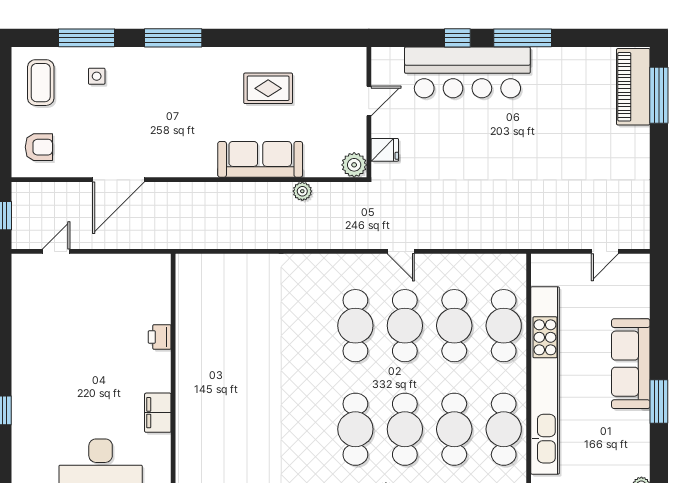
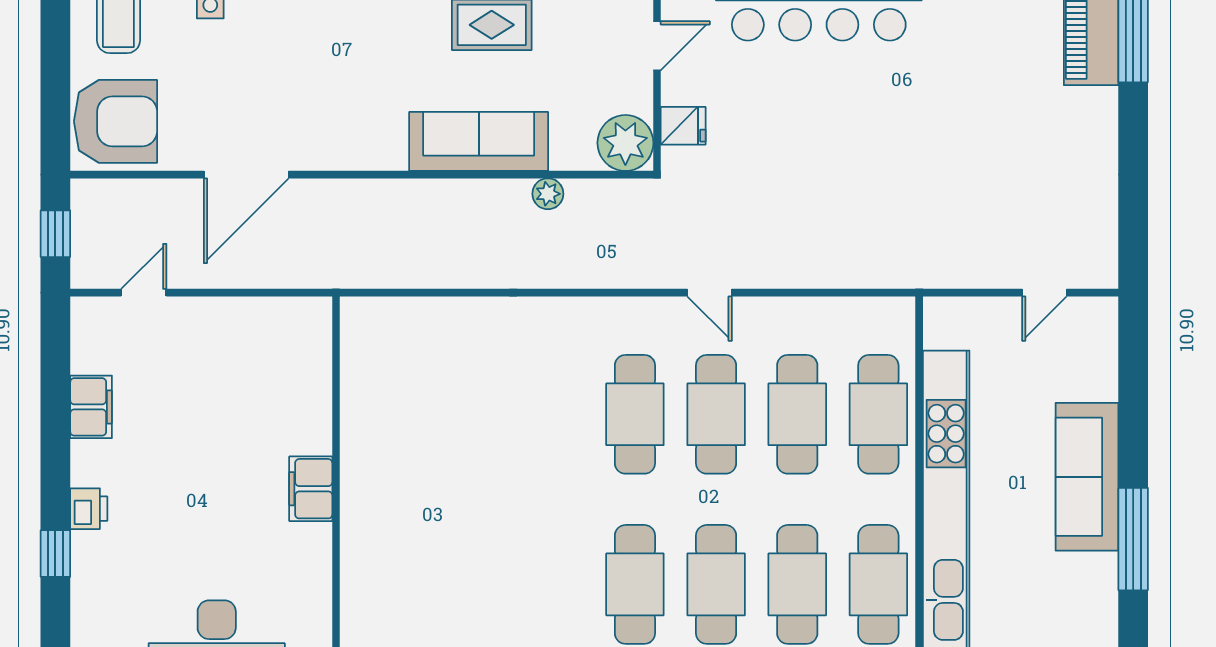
armchair: (39, 147) -> (116, 121), width x1.88, depth x1.88
plant: (354, 165) -> (625, 143), width x1.36, depth x1.36
filing cabinet: (24, 321) -> (91, 407), added
printer: (160, 337) -> (89, 509), moved, turned 180
window: (659, 402) -> (1133, 539), width x1.44
filing cabinet: (158, 413) -> (311, 489), moved

